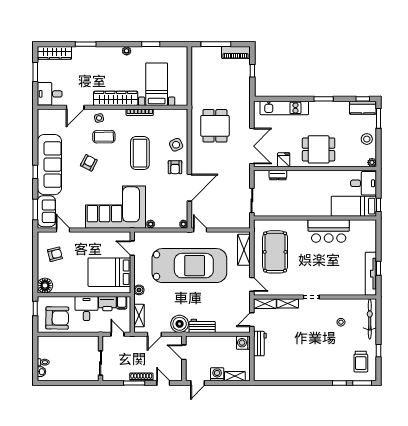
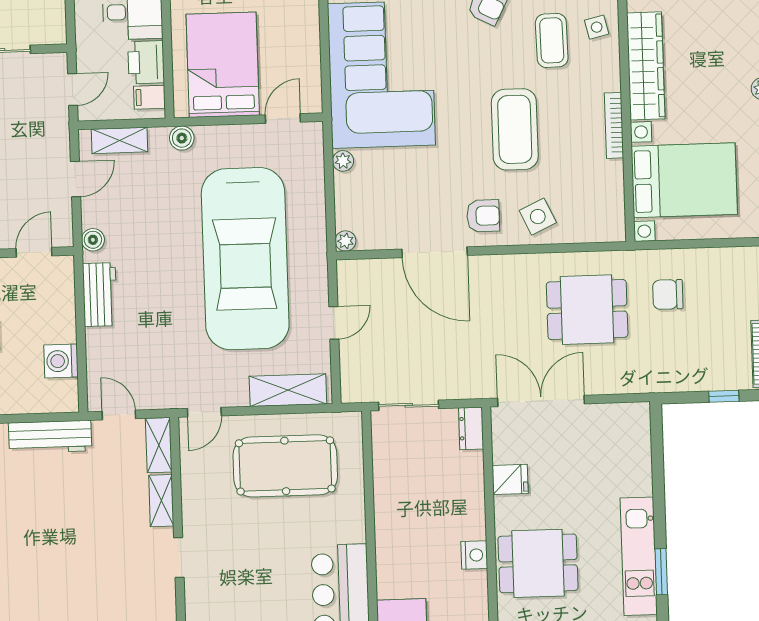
bed with nightstands: (157, 84) -> (684, 180), width x1.36
chair: (210, 92) -> (668, 294), added
kitchen unit: (284, 108) -> (639, 556), moved
double door: (252, 146) -> (541, 401), swing flipped
dining table: (319, 149) -> (538, 563), turned 90
coffee table: (140, 153) -> (515, 129), turned 90
armchair: (175, 167) -> (483, 216), turned 180
dresser: (278, 175) -> (471, 428), moved
nightstand: (314, 176) -> (474, 555), added
door: (200, 230) -> (334, 323), moved
boiler: (180, 324) -> (93, 240), width x0.54, depth x0.54
door: (154, 334) -> (76, 179), swing flipped
washing machine: (243, 343) -> (61, 361), moved, turned -90
workbench: (260, 344) -> (50, 437), width x1.38

